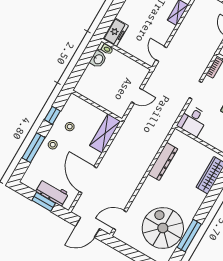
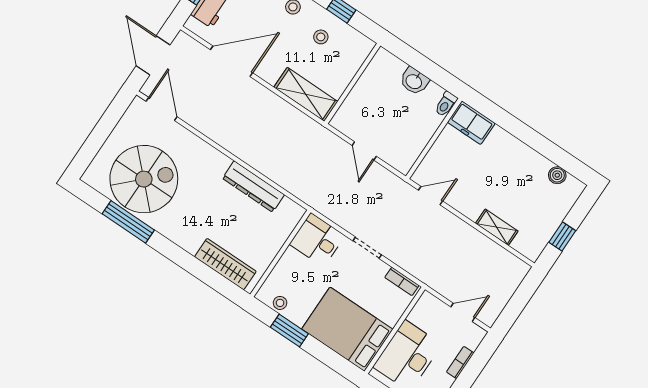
washbasin: (98, 59) -> (414, 81), moved

